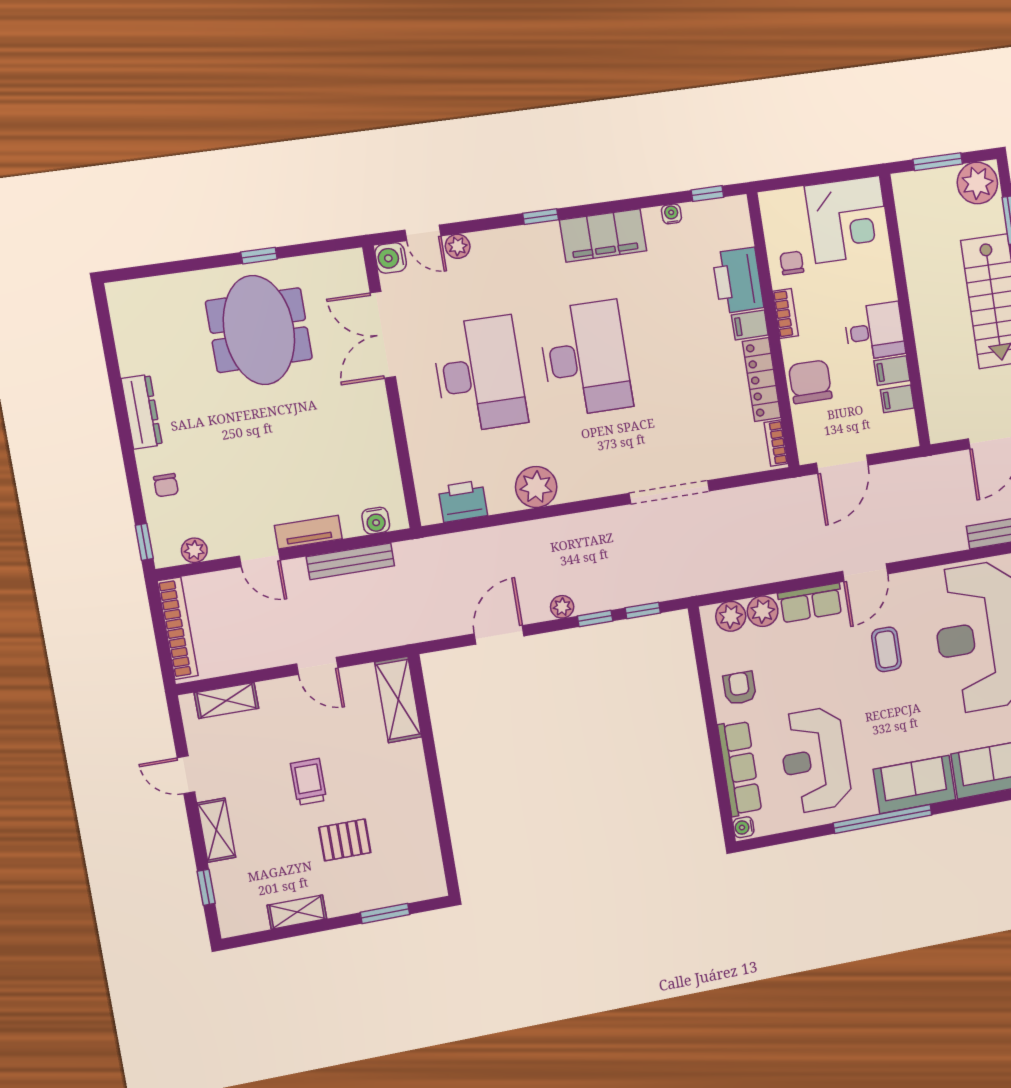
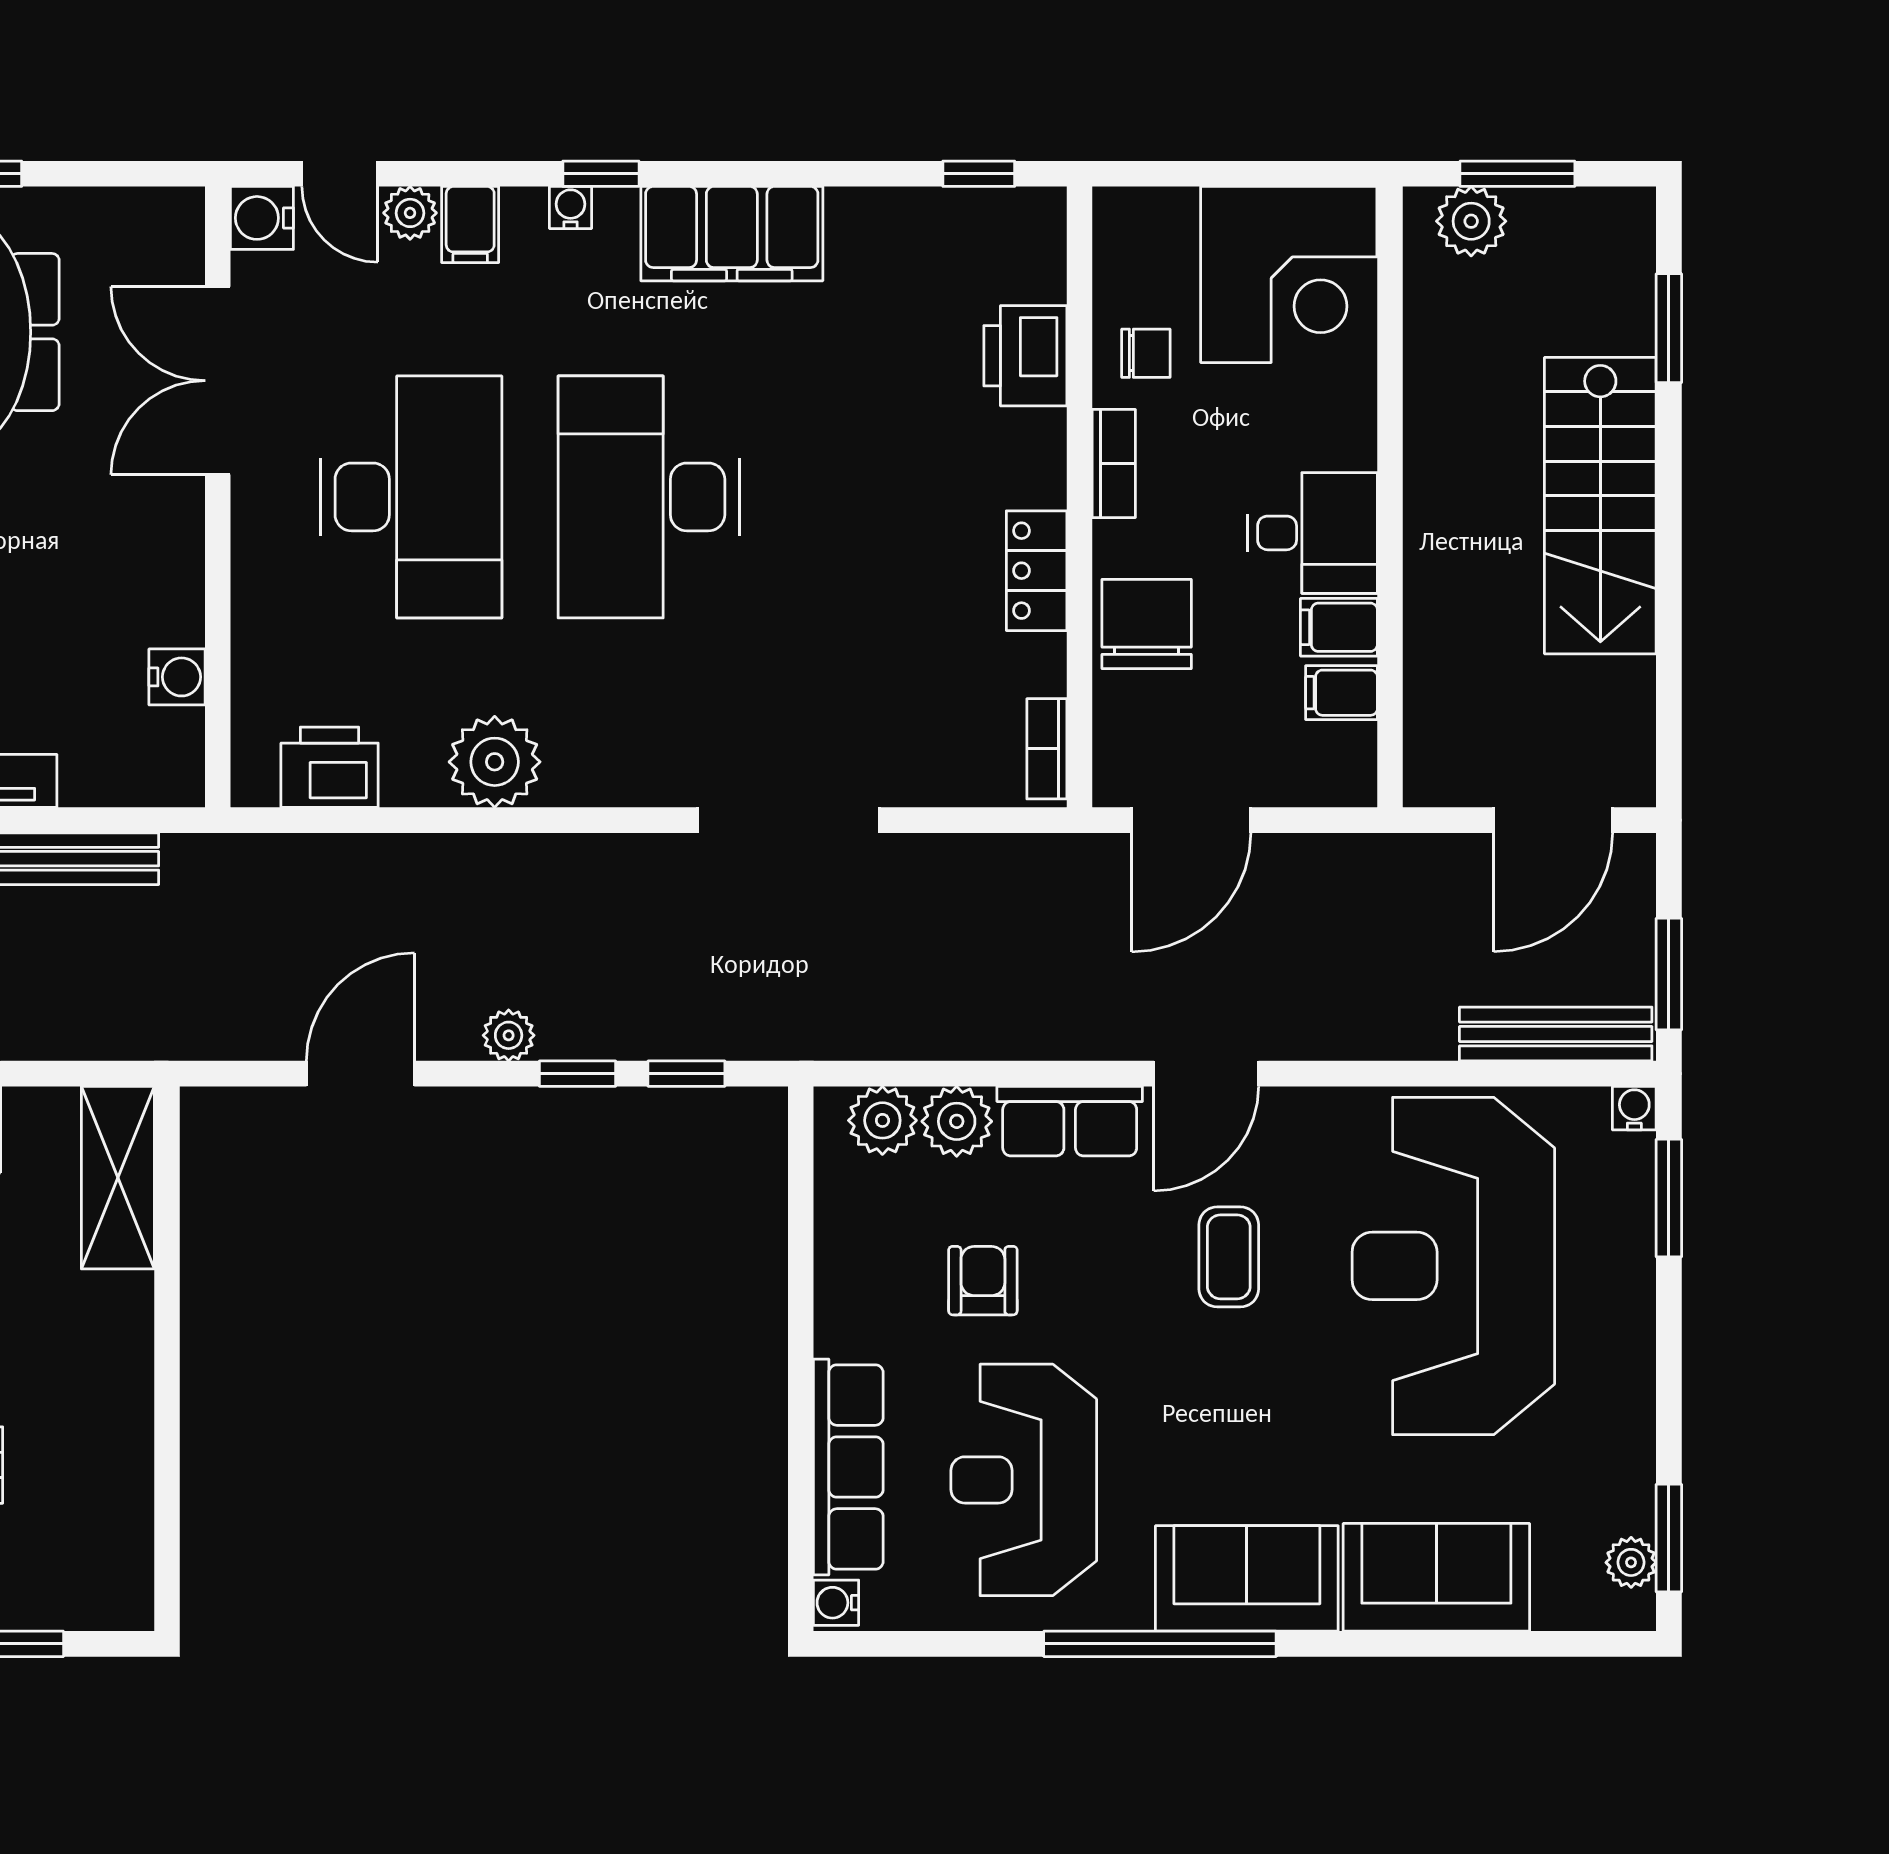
plant: (977, 183) -> (1471, 221), moved, width x0.73, depth x0.73
water cooler: (671, 214) -> (571, 207), moved
chair: (792, 263) -> (1146, 353), turned 90
printer: (738, 280) -> (1025, 356), width x0.73, depth x0.84
filing cabinet: (750, 325) -> (470, 224), moved, turned -90
desk: (585, 359) -> (649, 497), turned 180
locker: (762, 379) -> (1037, 571), width x0.66
water cooler: (376, 521) -> (177, 677), moved, turned -90
armchair: (740, 688) -> (983, 1281), moved

